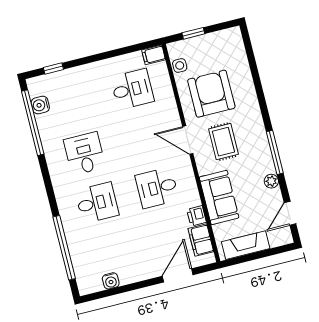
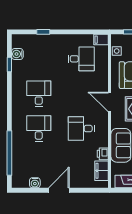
window: (53, 68) -> (43, 32), moved
window: (33, 123) -> (9, 65), width x0.32
desk: (97, 203) -> (39, 129), turned -90
door: (178, 275) -> (59, 190), moved

